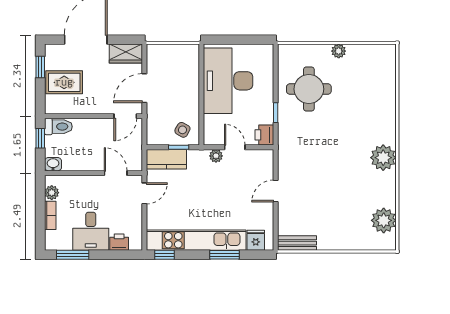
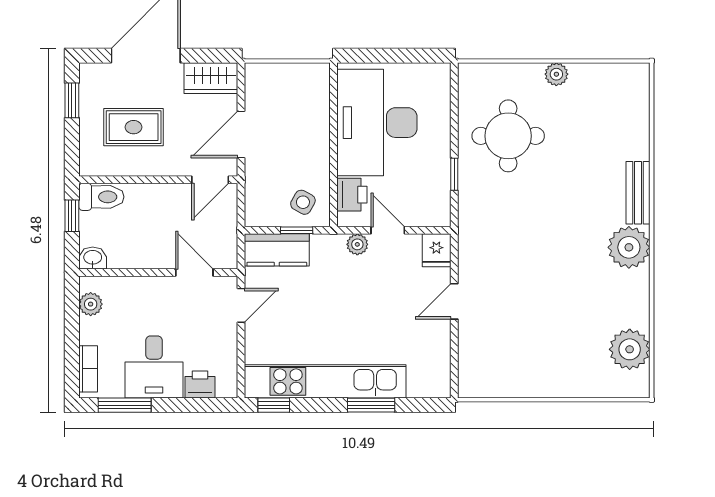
rug: (64, 82) -> (134, 127), moved
printer: (264, 135) -> (352, 195), moved, turned 180
bookcase: (50, 215) -> (88, 369), moved
fridge: (256, 240) -> (436, 250), moved, turned 180
bench: (297, 243) -> (638, 193), moved, turned 90

